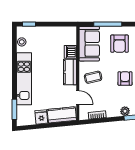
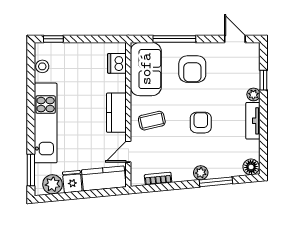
dishwasher: (70, 52) -> (117, 63), moved
door: (78, 97) -> (128, 152), swing flipped
plant: (28, 119) -> (53, 184), added

